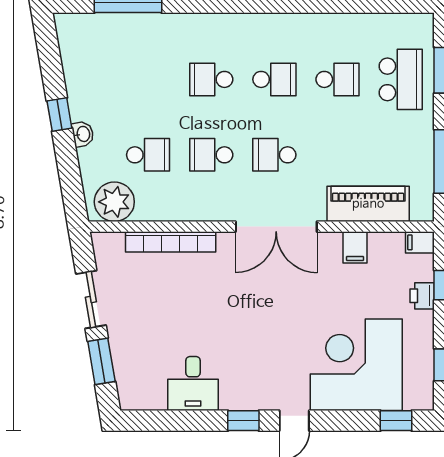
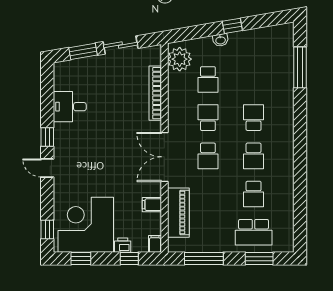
school desk: (274, 155) -> (208, 156), turned 180
corner desk: (356, 365) -> (86, 225), moved, turned -90

